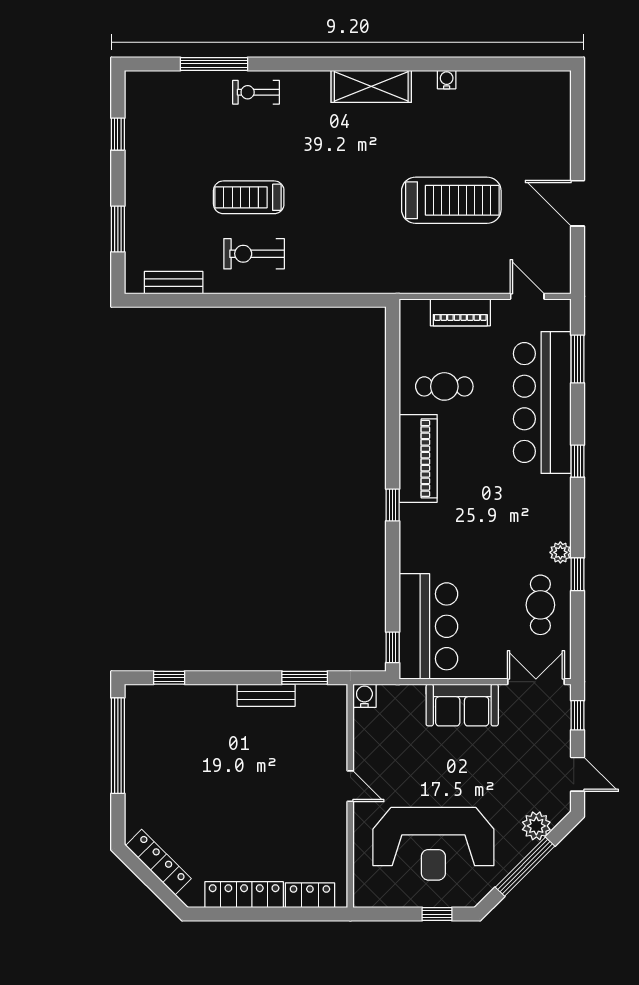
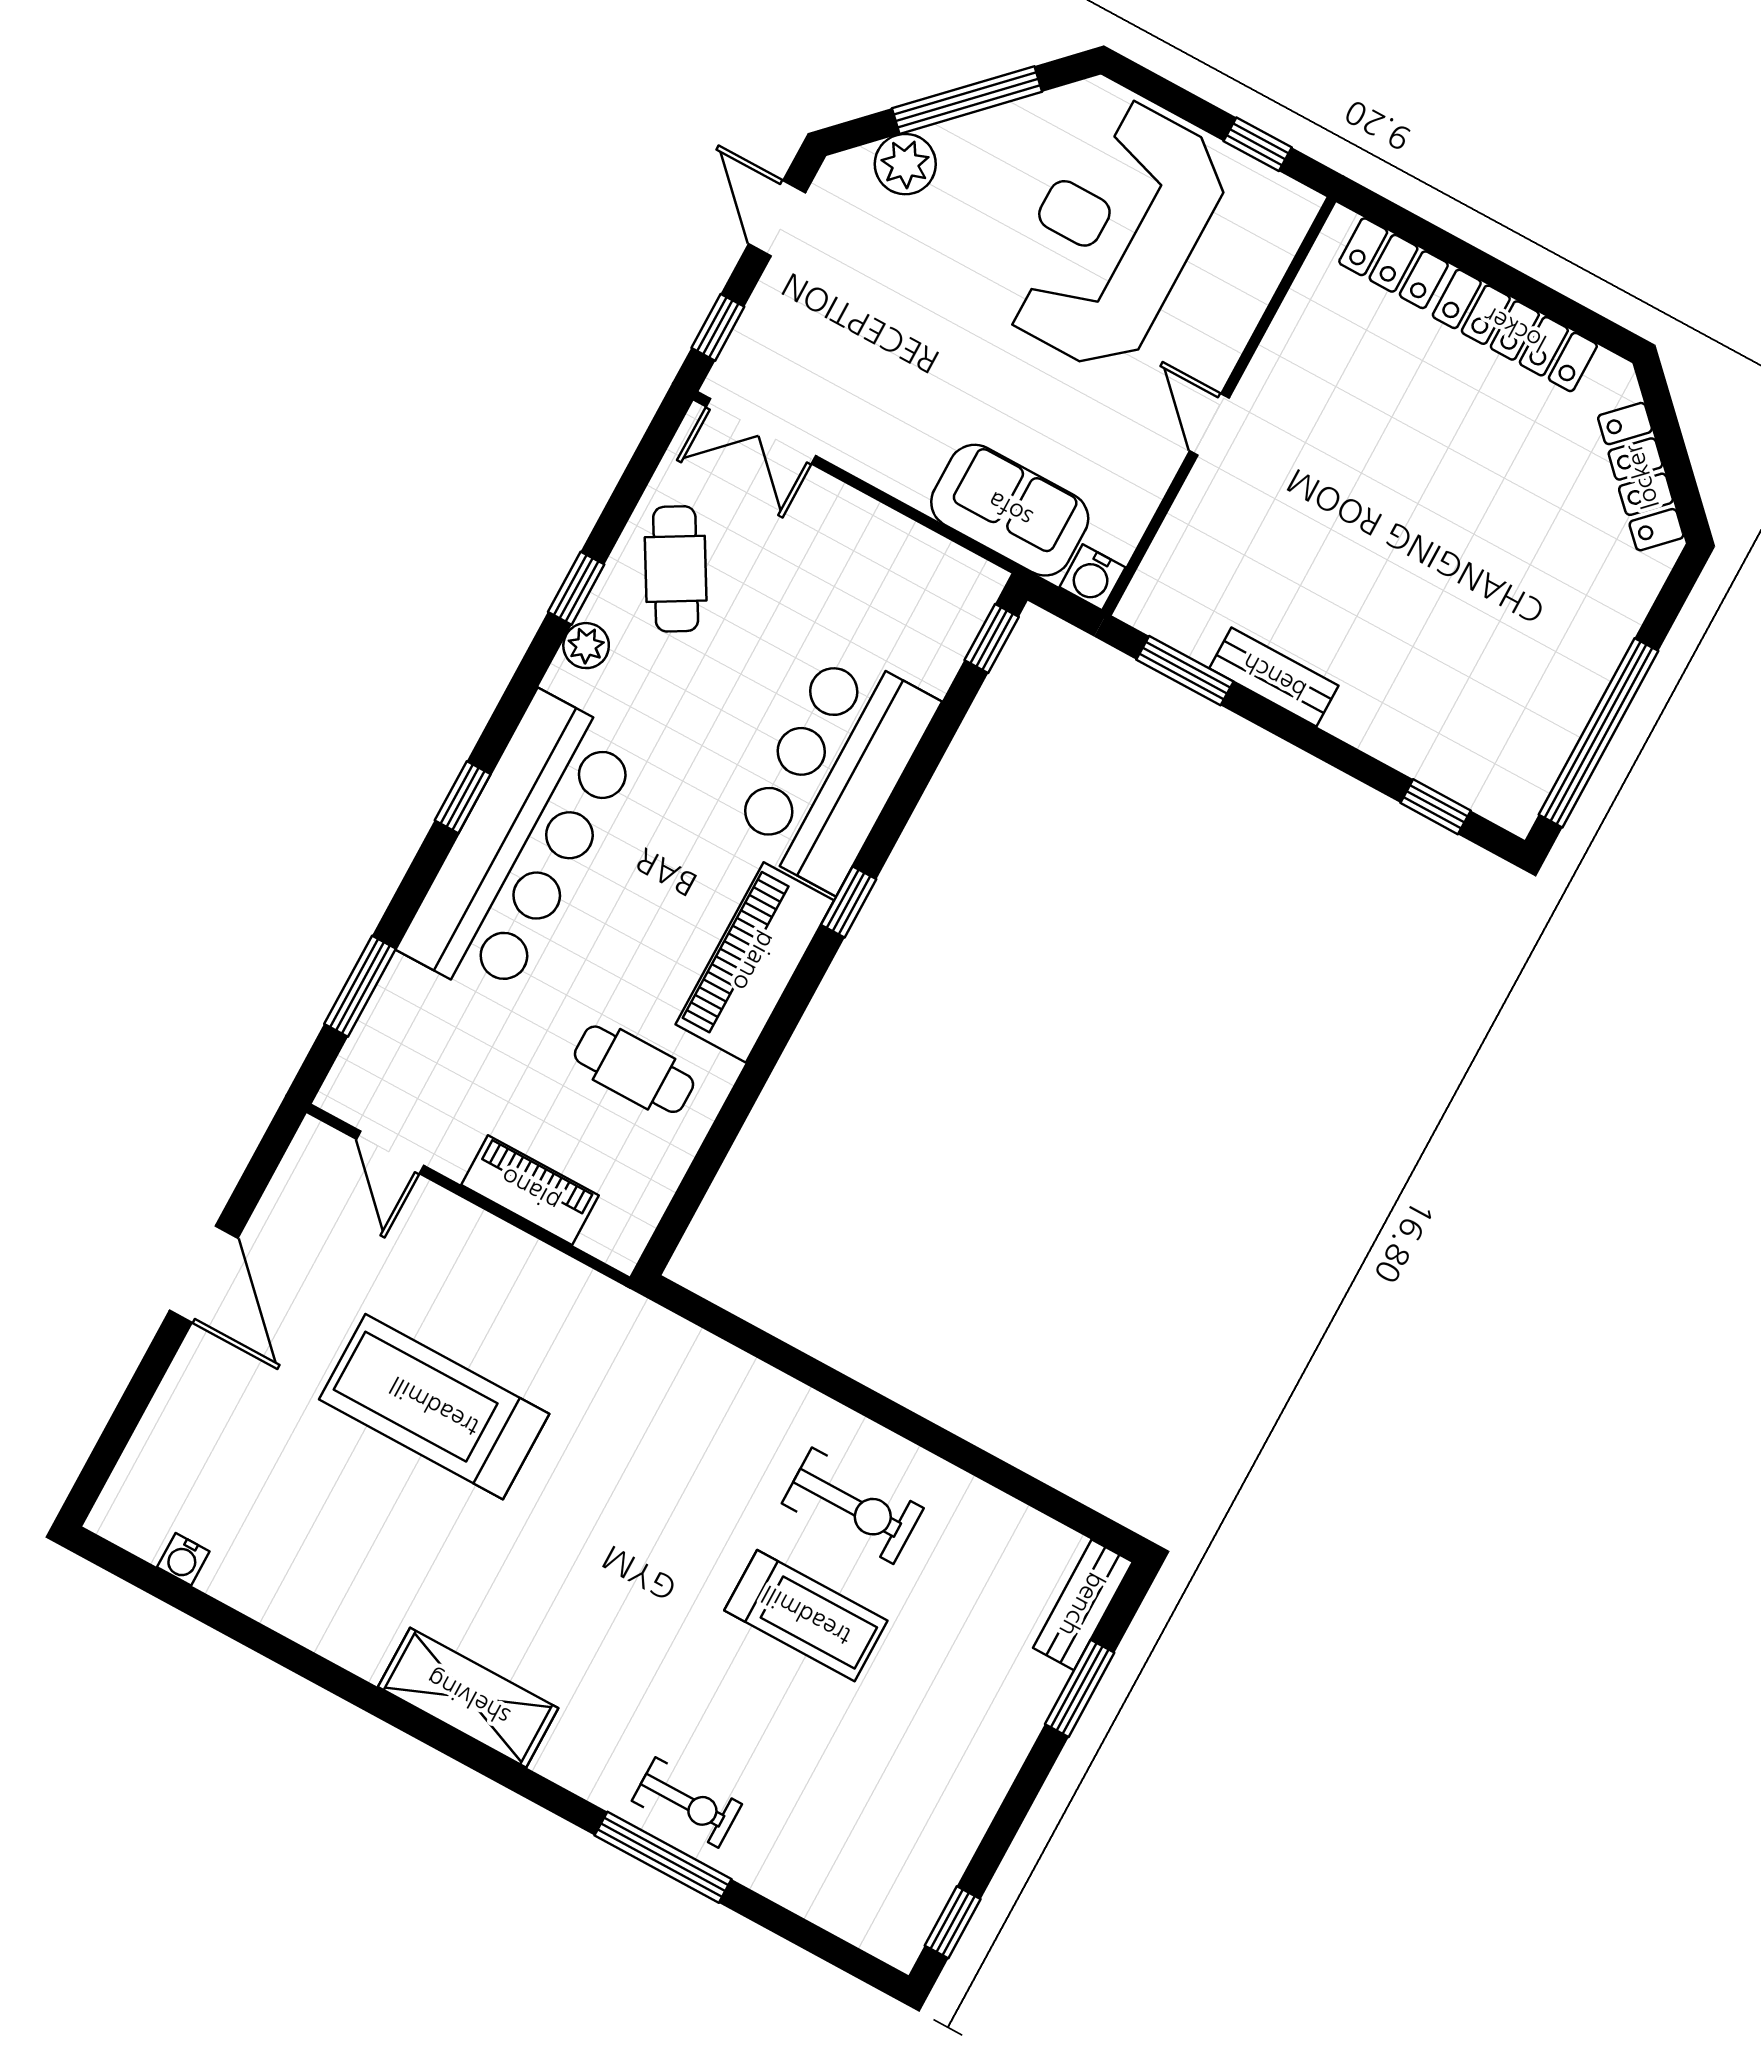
window: (214, 64) -> (663, 1857), moved
water cooler: (447, 80) -> (183, 1559), moved
window: (118, 134) -> (953, 1922), moved
bench: (174, 283) -> (1083, 1605), moved, turned 90
bar counter: (542, 403) -> (520, 847), moved
cafe table: (540, 605) -> (676, 569), turned -30
bar counter: (428, 626) -> (835, 770), moved
sofa: (462, 705) -> (1010, 510), moved
reception desk: (433, 844) -> (1113, 235), turned -90
window: (437, 914) -> (1258, 144), moved

